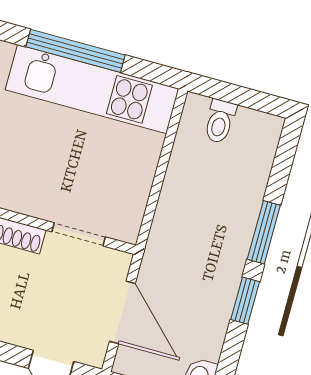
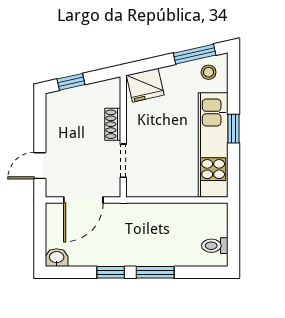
window: (76, 51) -> (233, 129), width x0.46
toilet: (220, 121) -> (215, 246), moved

